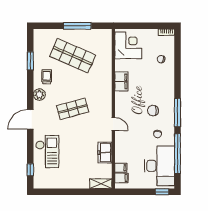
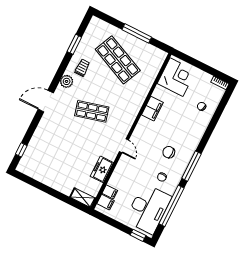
checkout: (47, 152) -> (47, 140), removed

